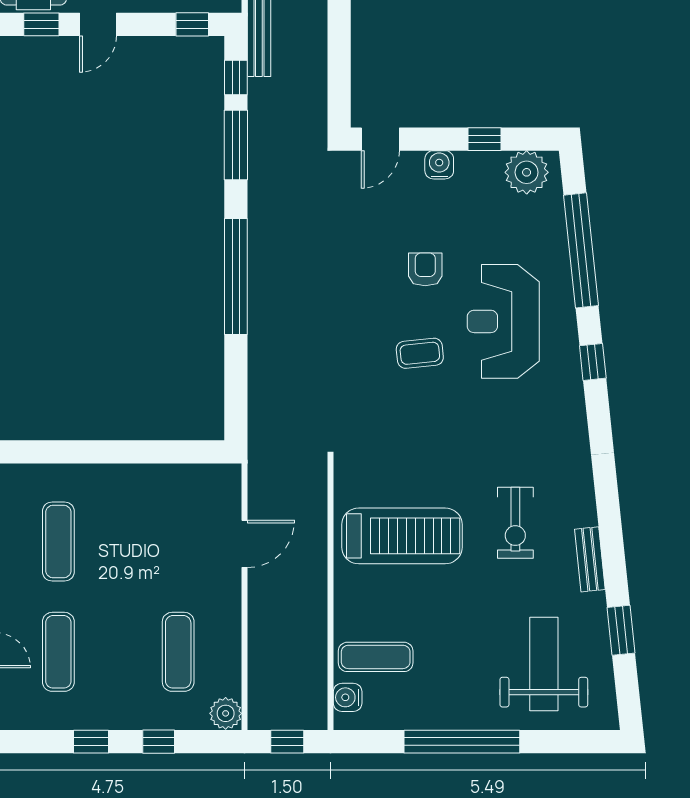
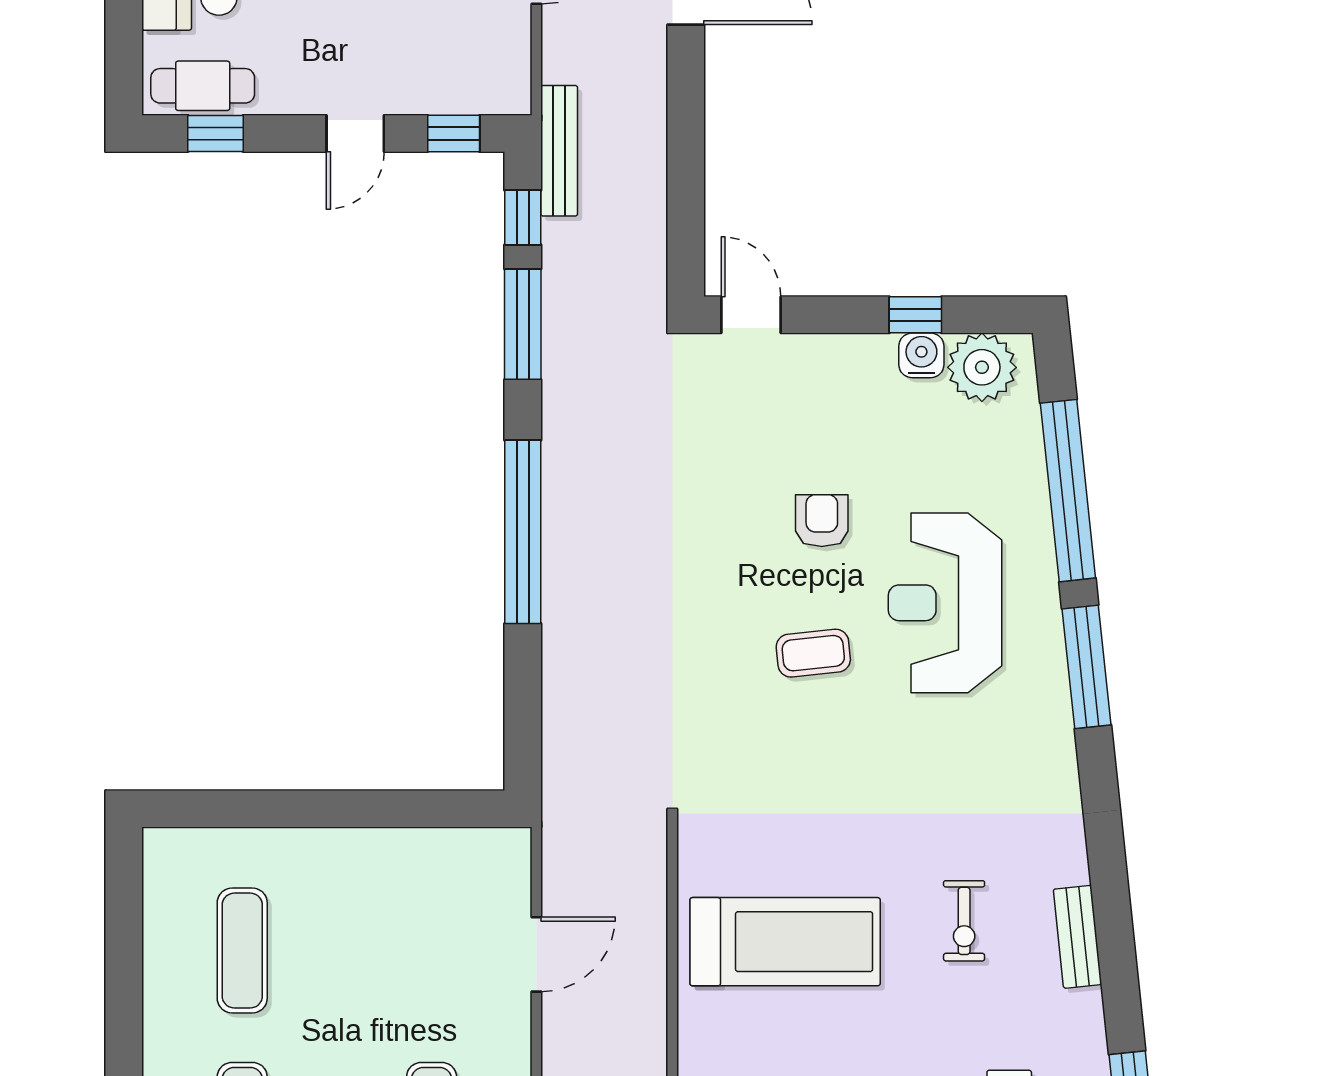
door: (98, 24) -> (355, 133), moved
door: (380, 139) -> (751, 315), swing flipped
water cooler: (439, 165) -> (921, 355), moved
window: (593, 362) -> (1087, 667), width x2.17
exercise bike: (515, 523) -> (964, 921), width x0.73, depth x0.72
bench: (590, 559) -> (1078, 937), moved

